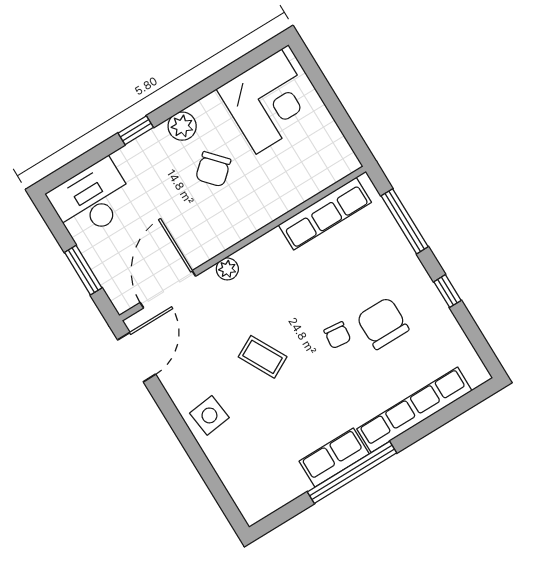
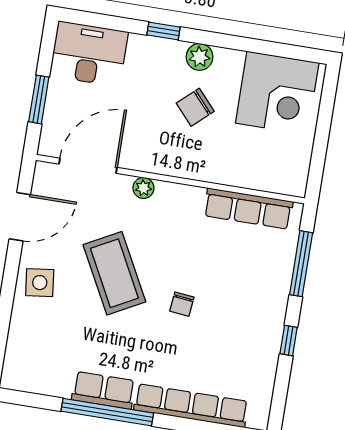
chair: (383, 323) -> (222, 324), removed
door: (137, 357) -> (20, 217), moved
coffee table: (263, 357) -> (114, 273), width x1.86, depth x1.72

